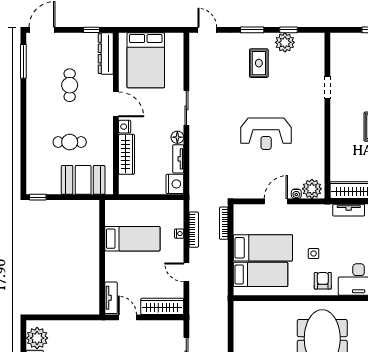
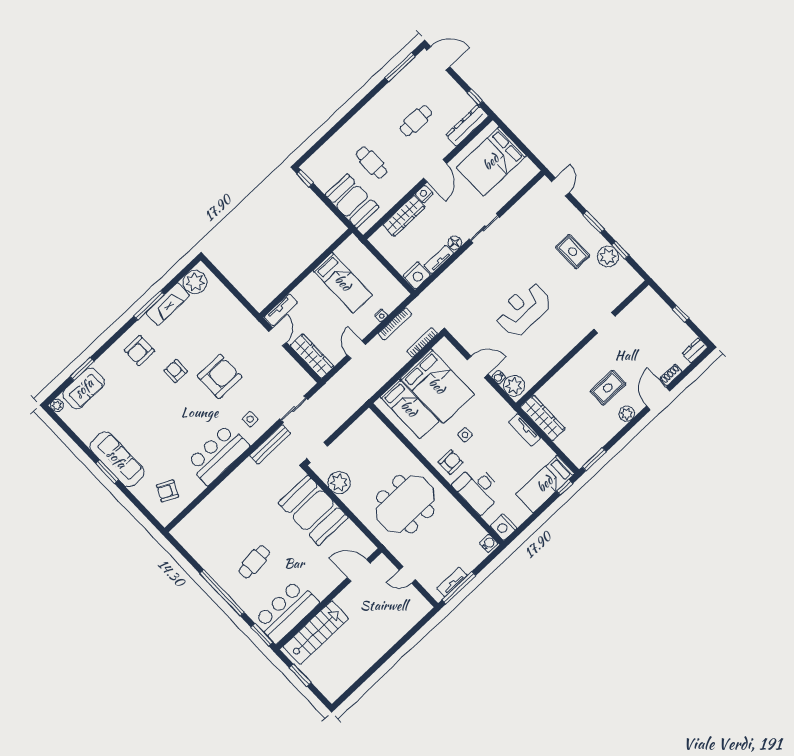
rug: (259, 63) -> (573, 252), turned 90
reception desk: (266, 134) -> (523, 309), turned 90
bed: (263, 248) -> (437, 386), width x1.50

